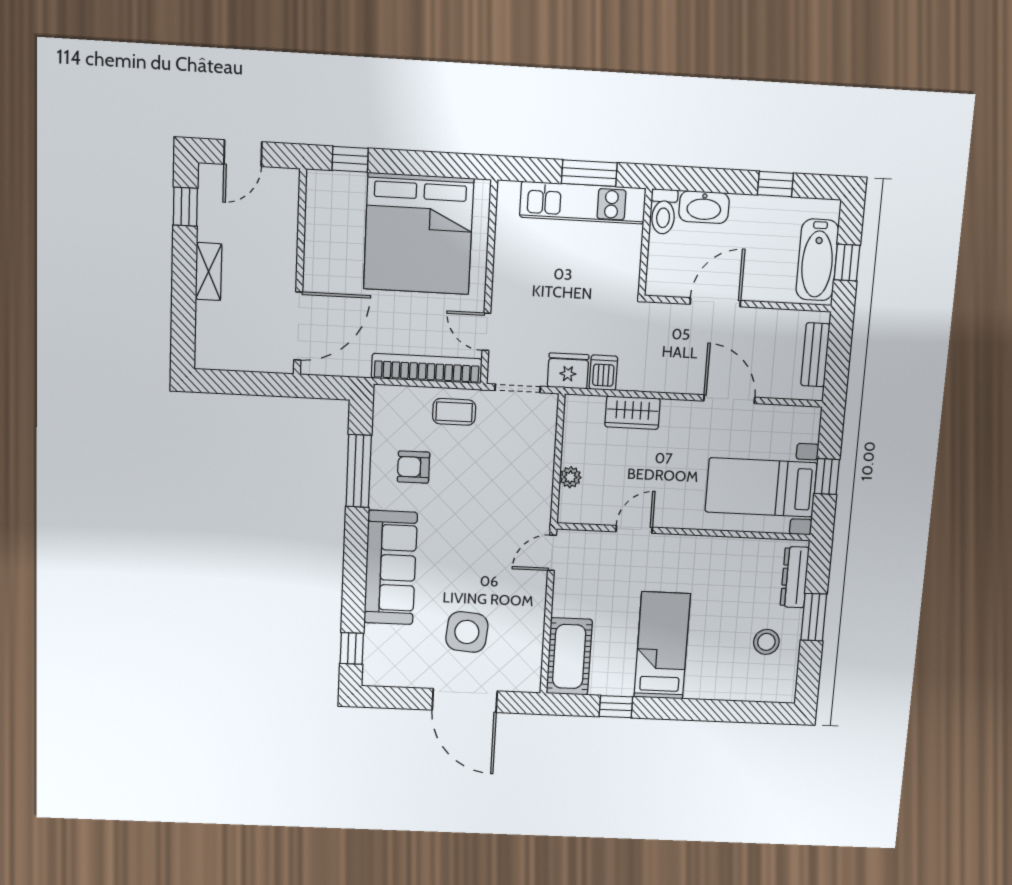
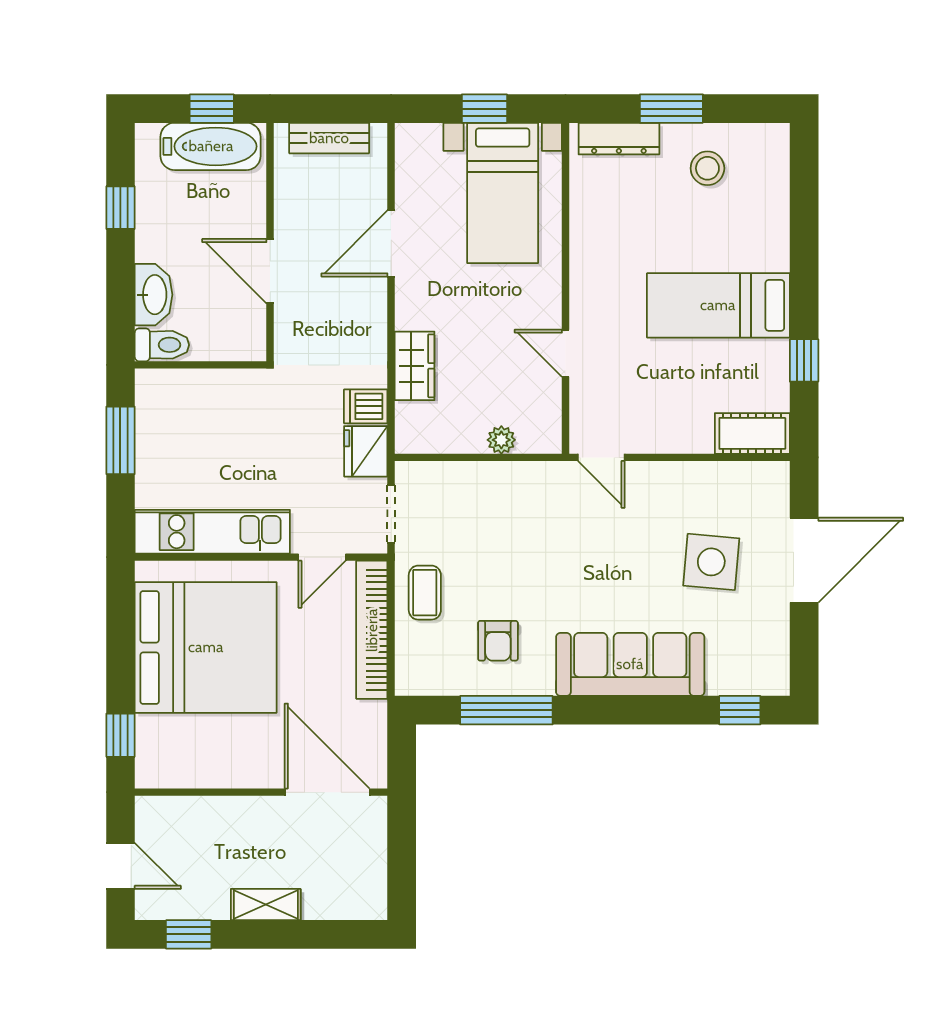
kitchen unit: (583, 203) -> (212, 532), moved, turned -90
cot: (569, 656) -> (752, 433), width x0.73, depth x0.75

